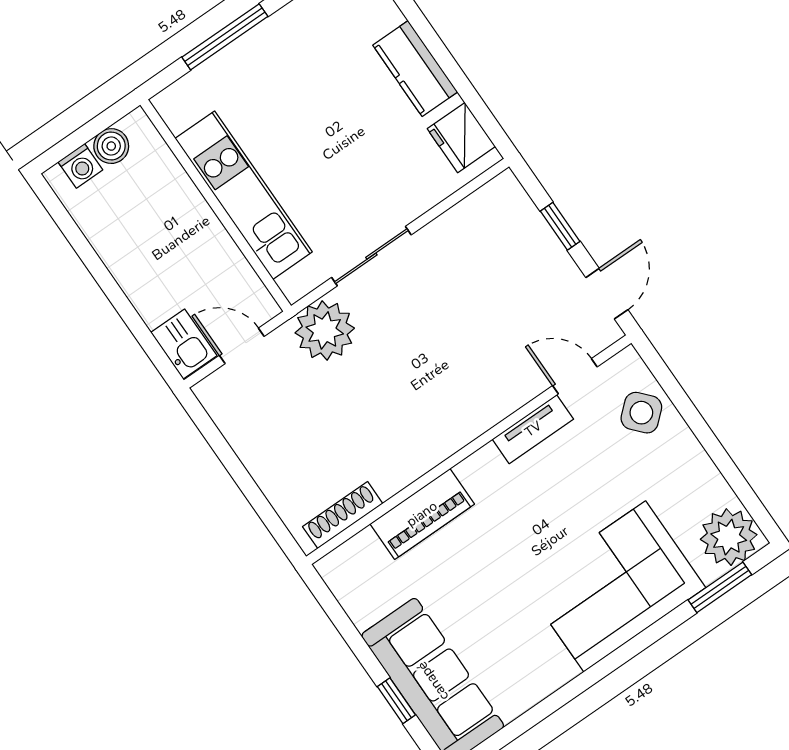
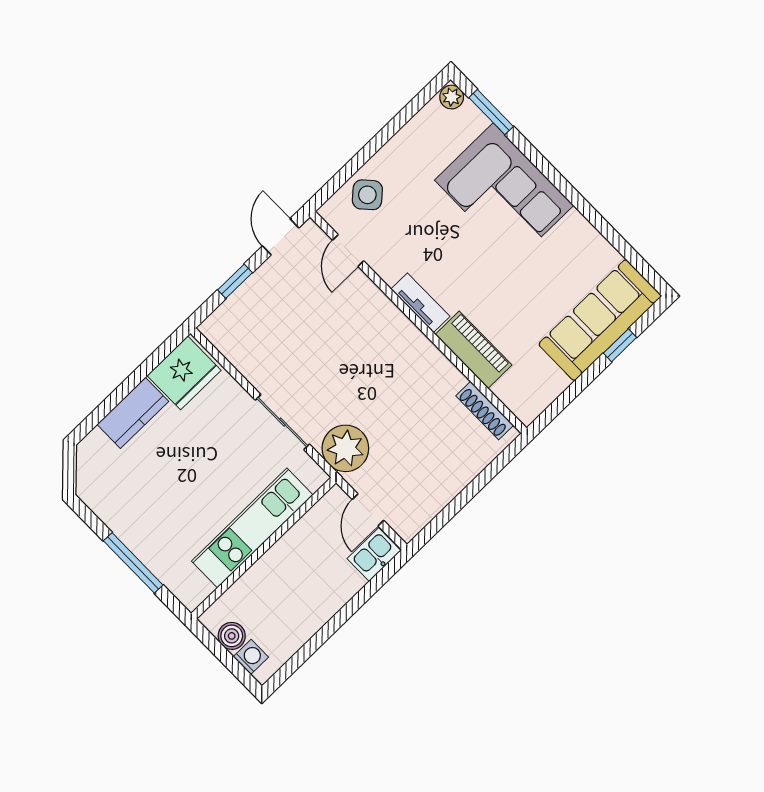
fridge: (461, 138) -> (184, 373), width x1.36, depth x1.34
door: (607, 294) -> (281, 237), hinge flipped
tv unit: (533, 429) -> (420, 303), moved
plant: (729, 537) -> (452, 97), width x0.53, depth x0.53

